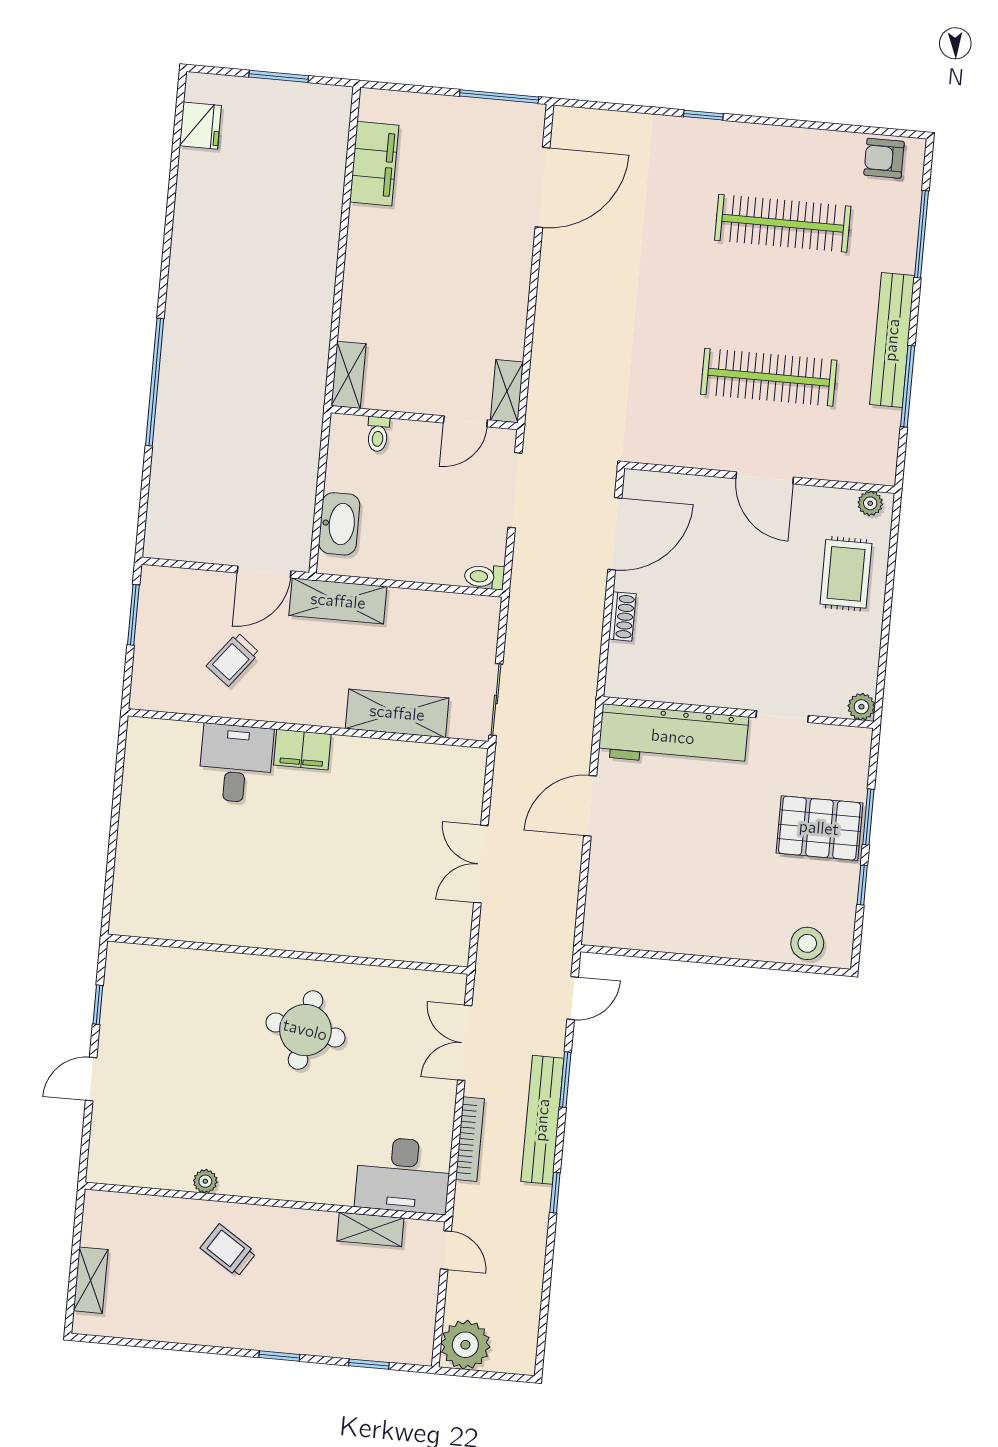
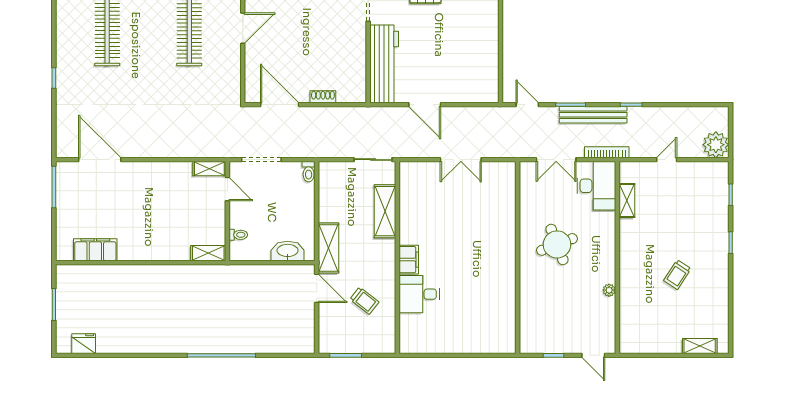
round table: (305, 1030) -> (557, 244), turned -30
desk: (403, 1175) -> (596, 186), moved
plant: (205, 1181) -> (609, 290), moved
wall: (265, 1202) -> (617, 258), moved
shelving: (370, 1229) -> (627, 200), moved

